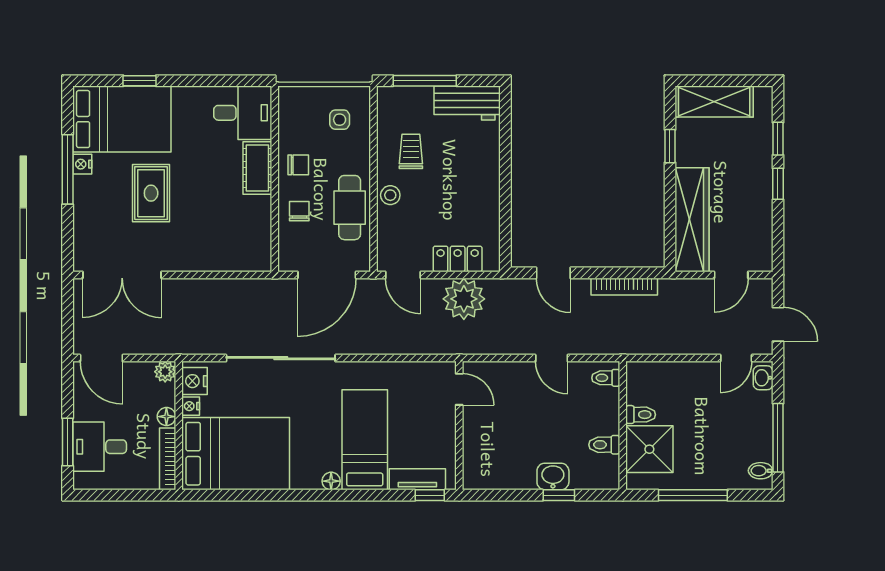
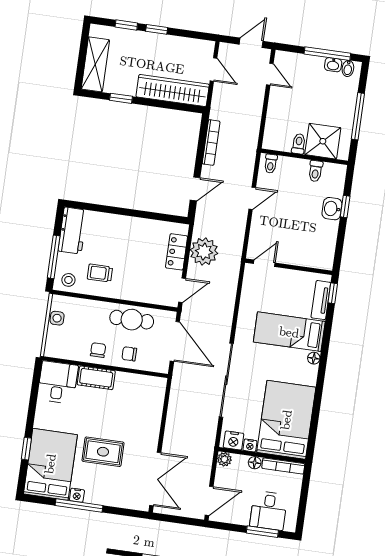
side table: (340, 120) -> (57, 318), moved
stool: (390, 195) -> (68, 280), moved
washbasin: (763, 378) -> (333, 65), moved

